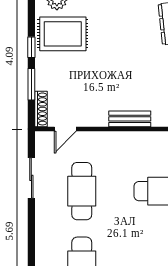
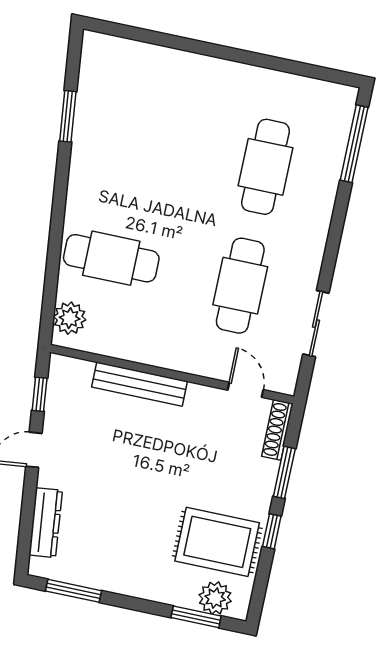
bench: (130, 119) -> (139, 384), width x1.36
door: (65, 129) -> (245, 390), hinge flipped

